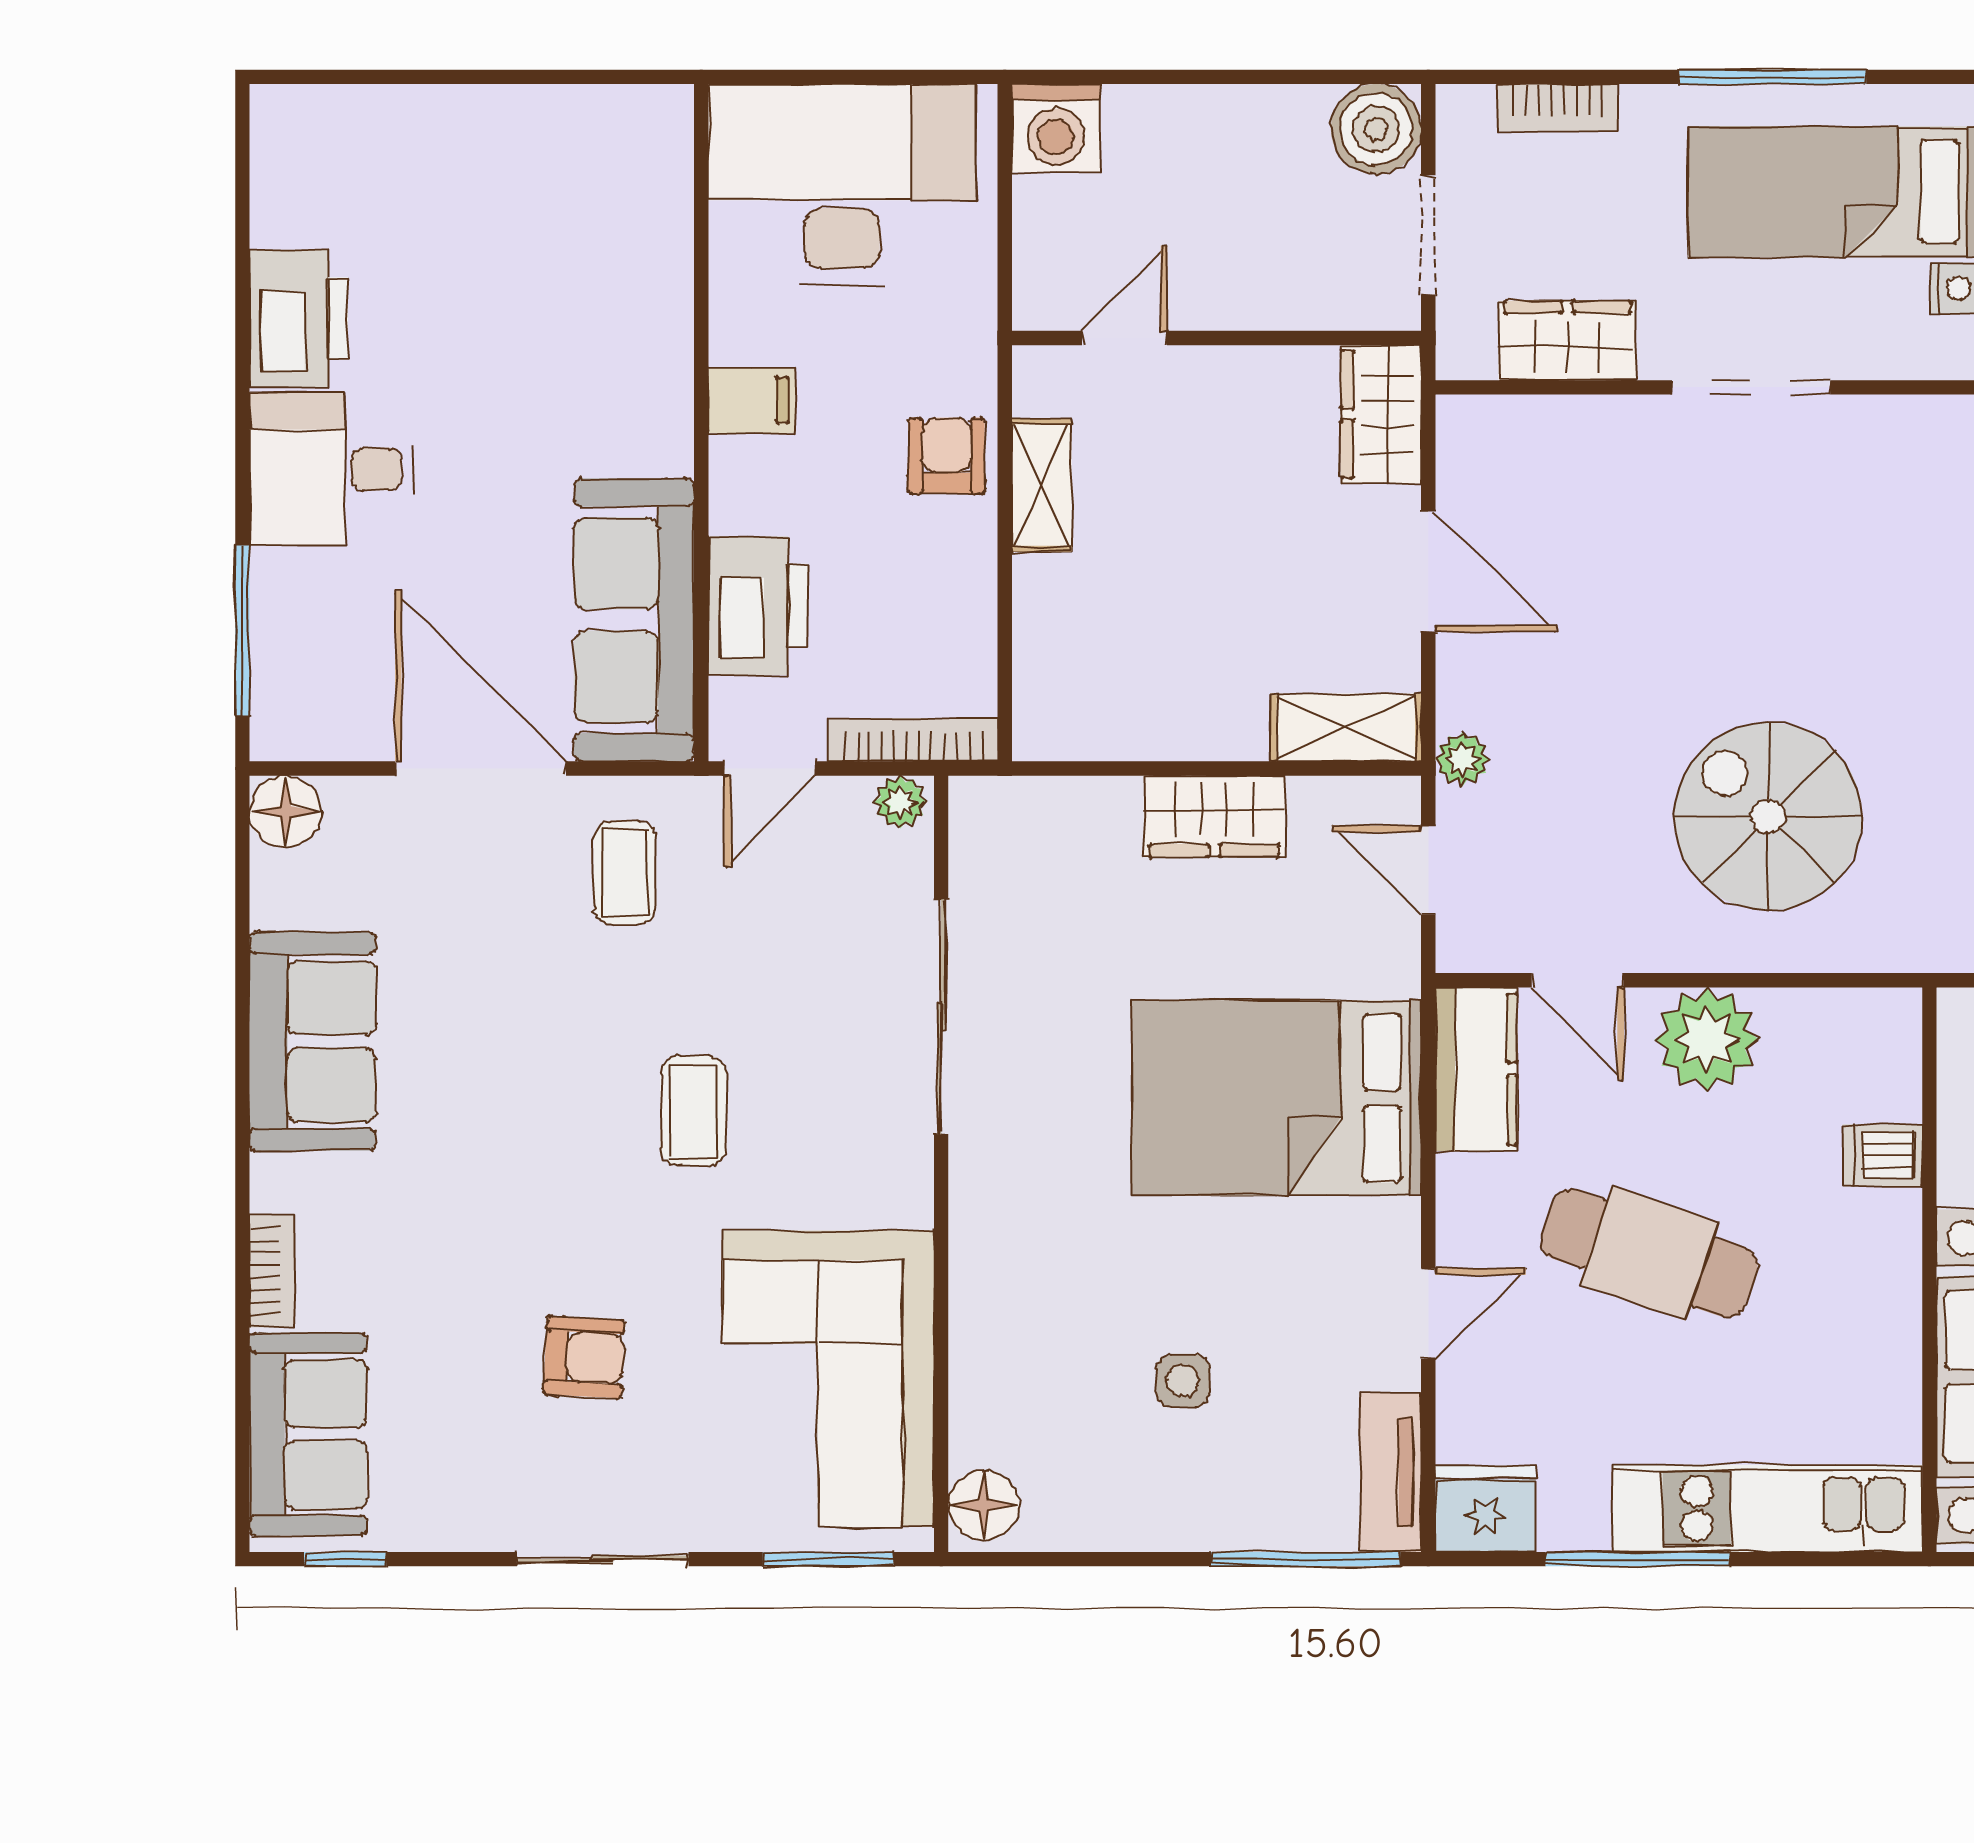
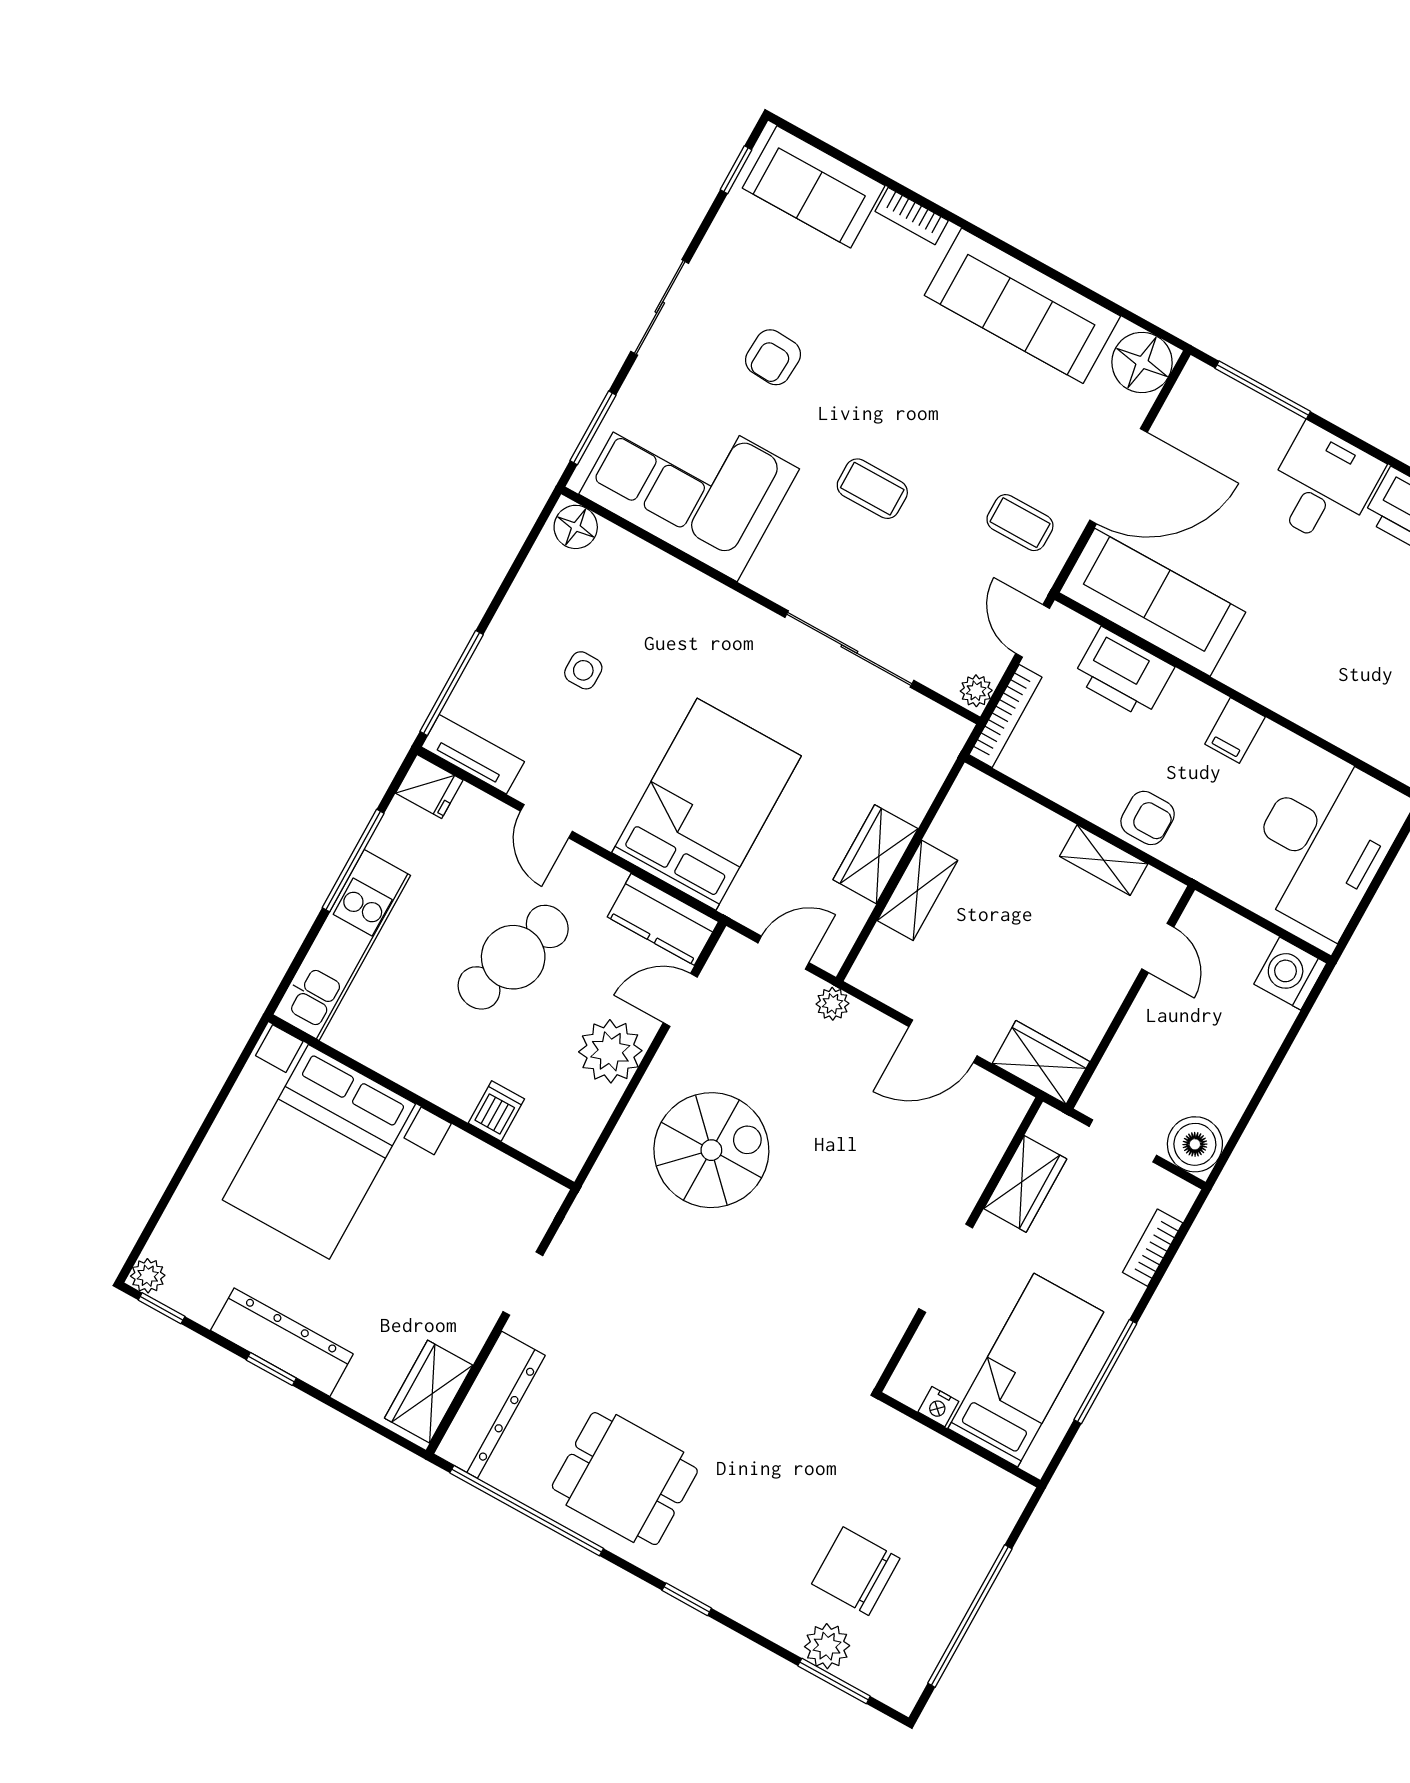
shelving: (1346, 728) -> (917, 890), moved
floor lamp: (285, 812) -> (1142, 362), width x1.38, depth x1.38
sofa: (313, 1041) -> (1022, 306), width x1.36
fridge: (1485, 1509) -> (429, 787), width x0.72

